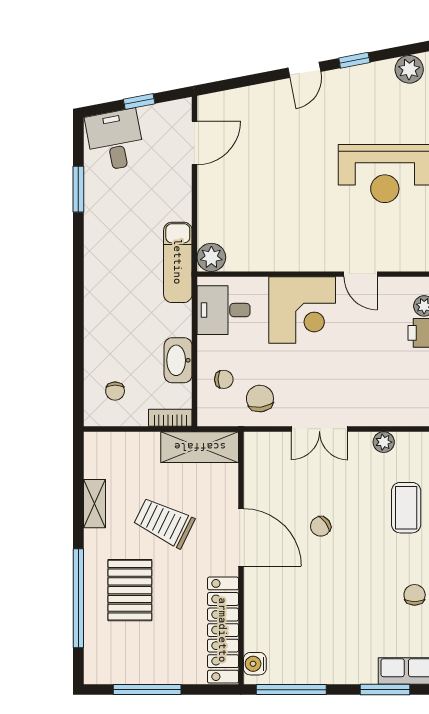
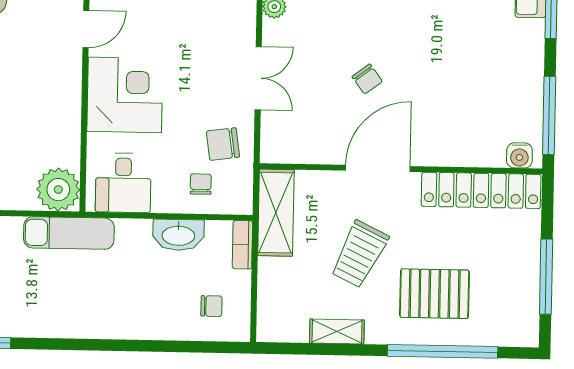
plant: (211, 257) -> (58, 190), width x1.36, depth x1.36

